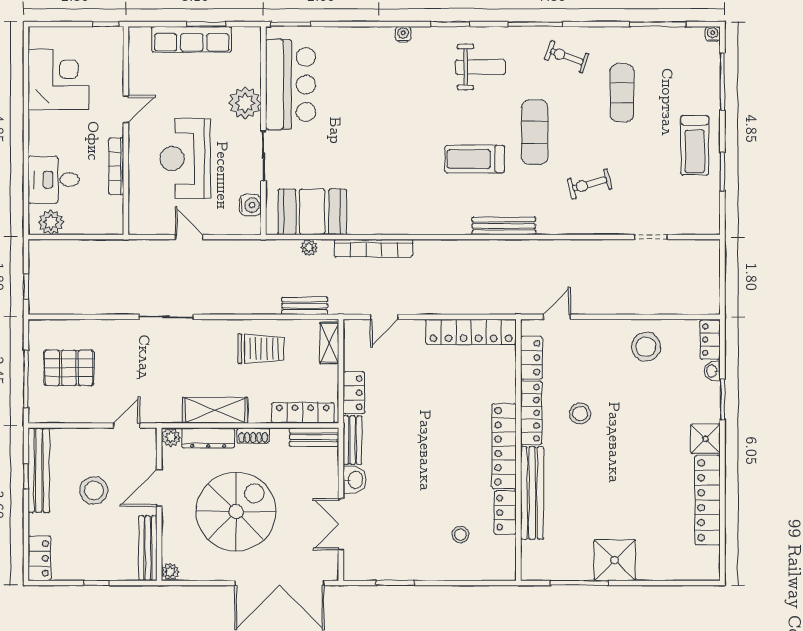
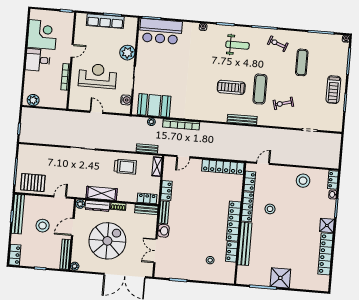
bar counter: (290, 84) -> (161, 31), moved, turned 90
exercise mat: (535, 132) -> (260, 89), moved
reception desk: (185, 158) -> (98, 76), turned 90
desk: (54, 180) -> (38, 60), moved
pallet: (69, 368) -> (33, 183), moved
locker: (303, 413) -> (147, 198), width x0.66

